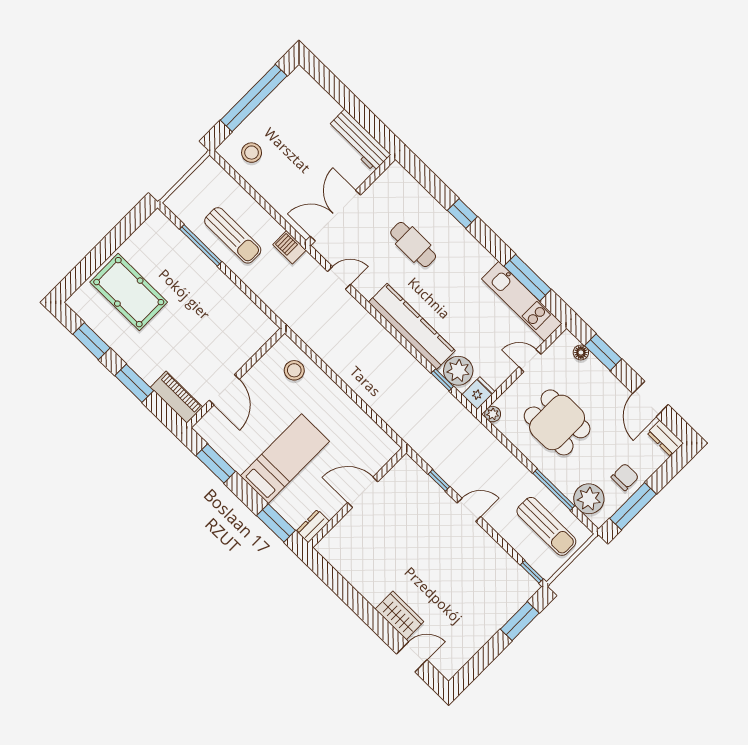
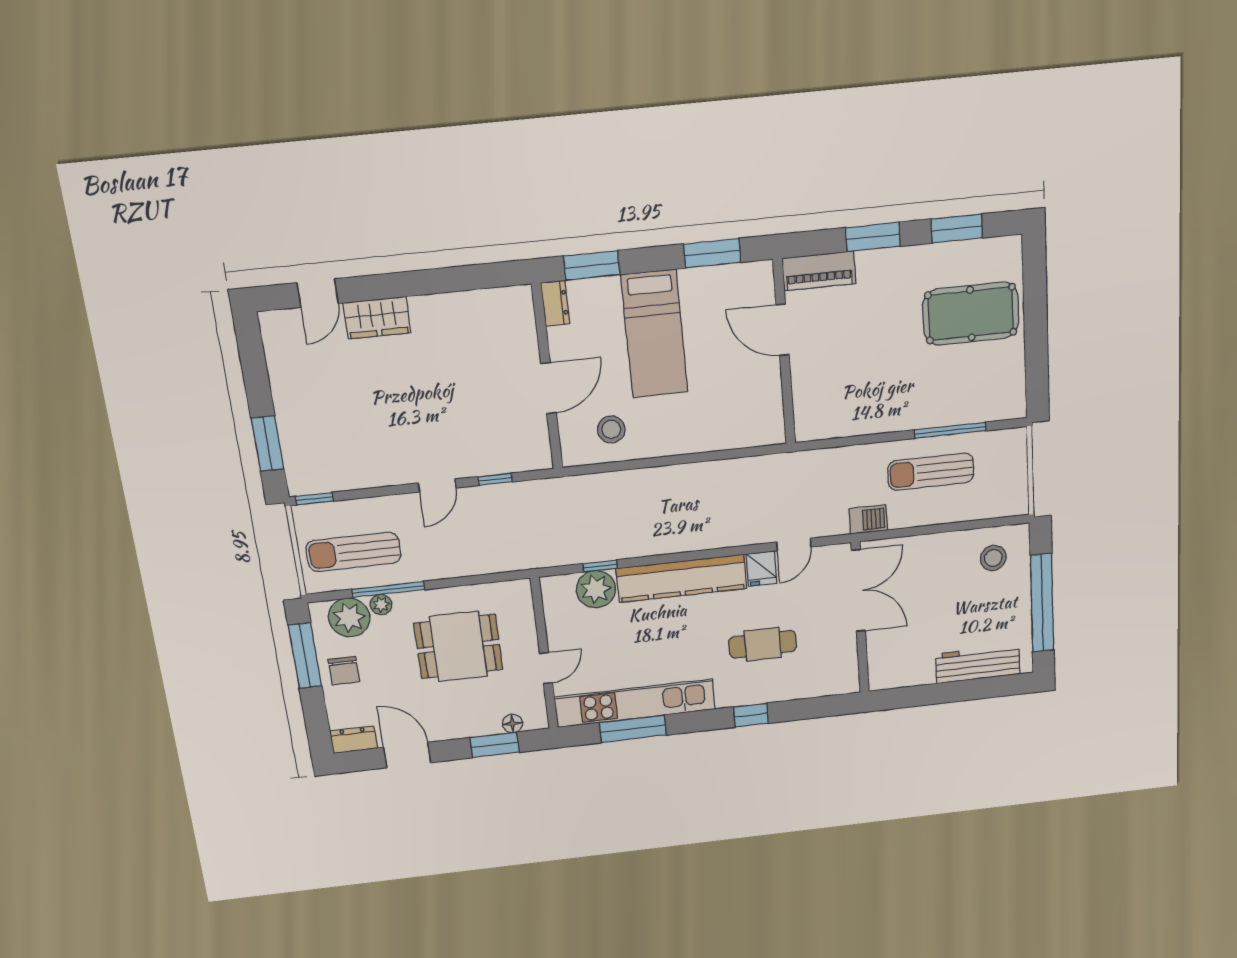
workbench: (359, 141) -> (978, 664), moved
kitchen unit: (522, 301) -> (635, 703), width x1.36
stool: (294, 370) -> (611, 429), moved
fridge: (478, 393) -> (762, 569), moved
plant: (493, 414) -> (381, 605), moved

